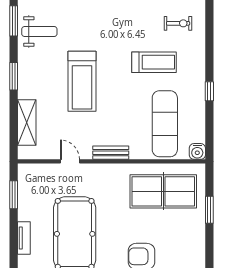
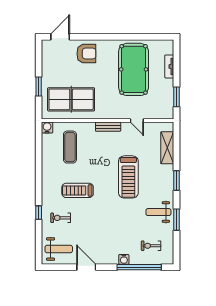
treadmill: (82, 81) -> (128, 177), turned 180
window: (209, 91) -> (39, 213), moved
exercise mat: (165, 124) -> (70, 147), width x0.73, depth x0.69

